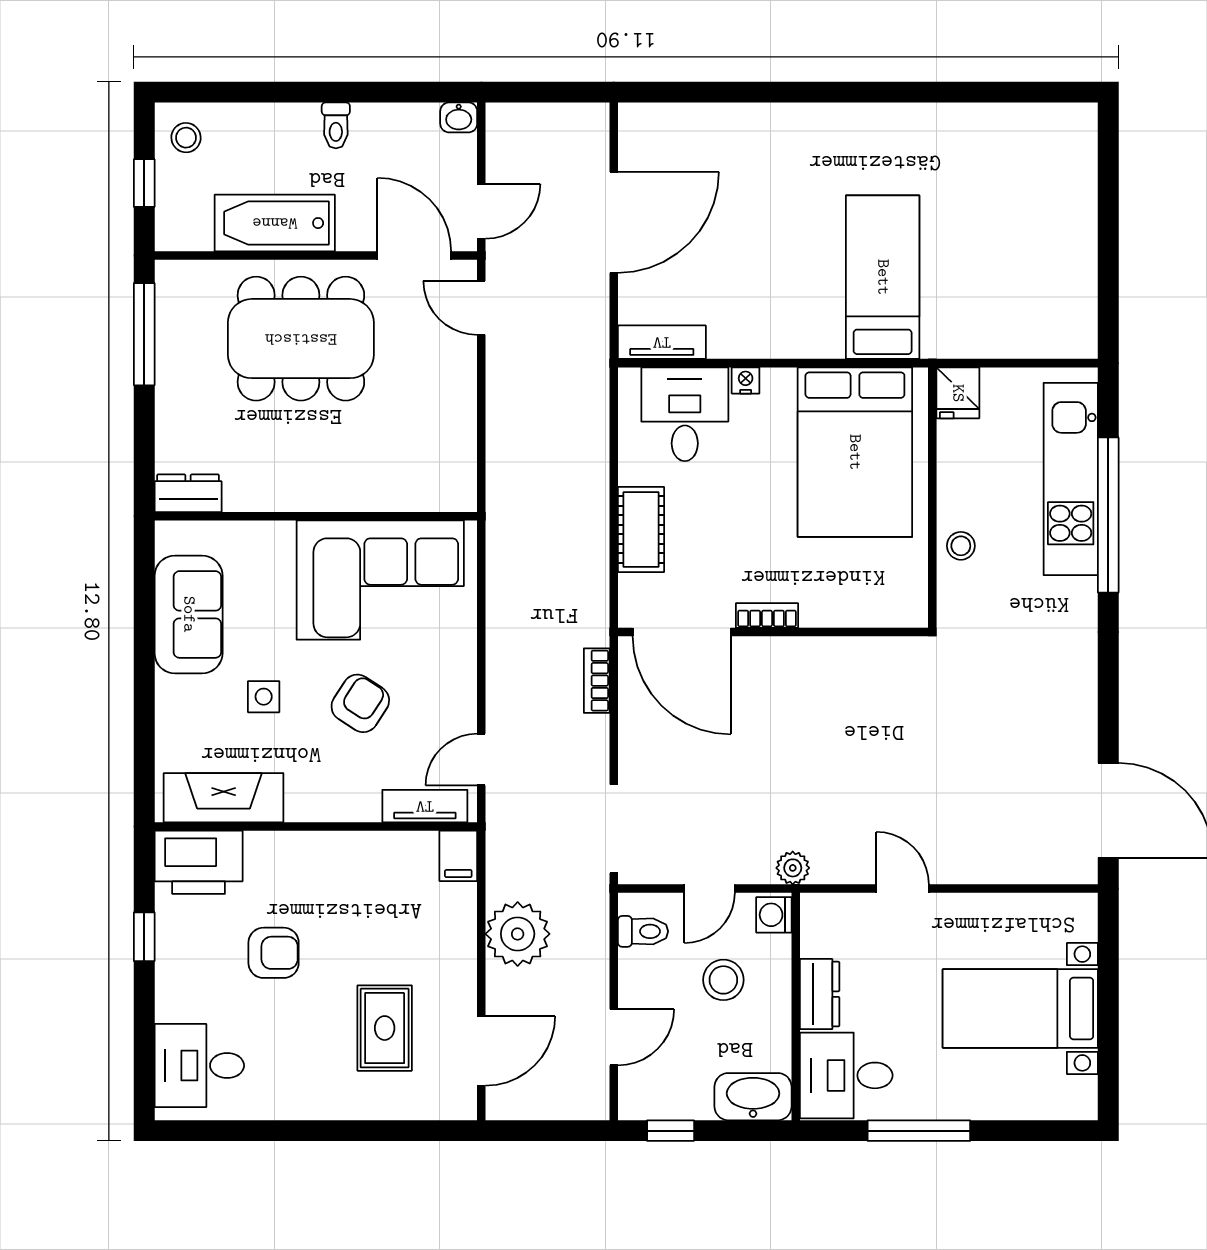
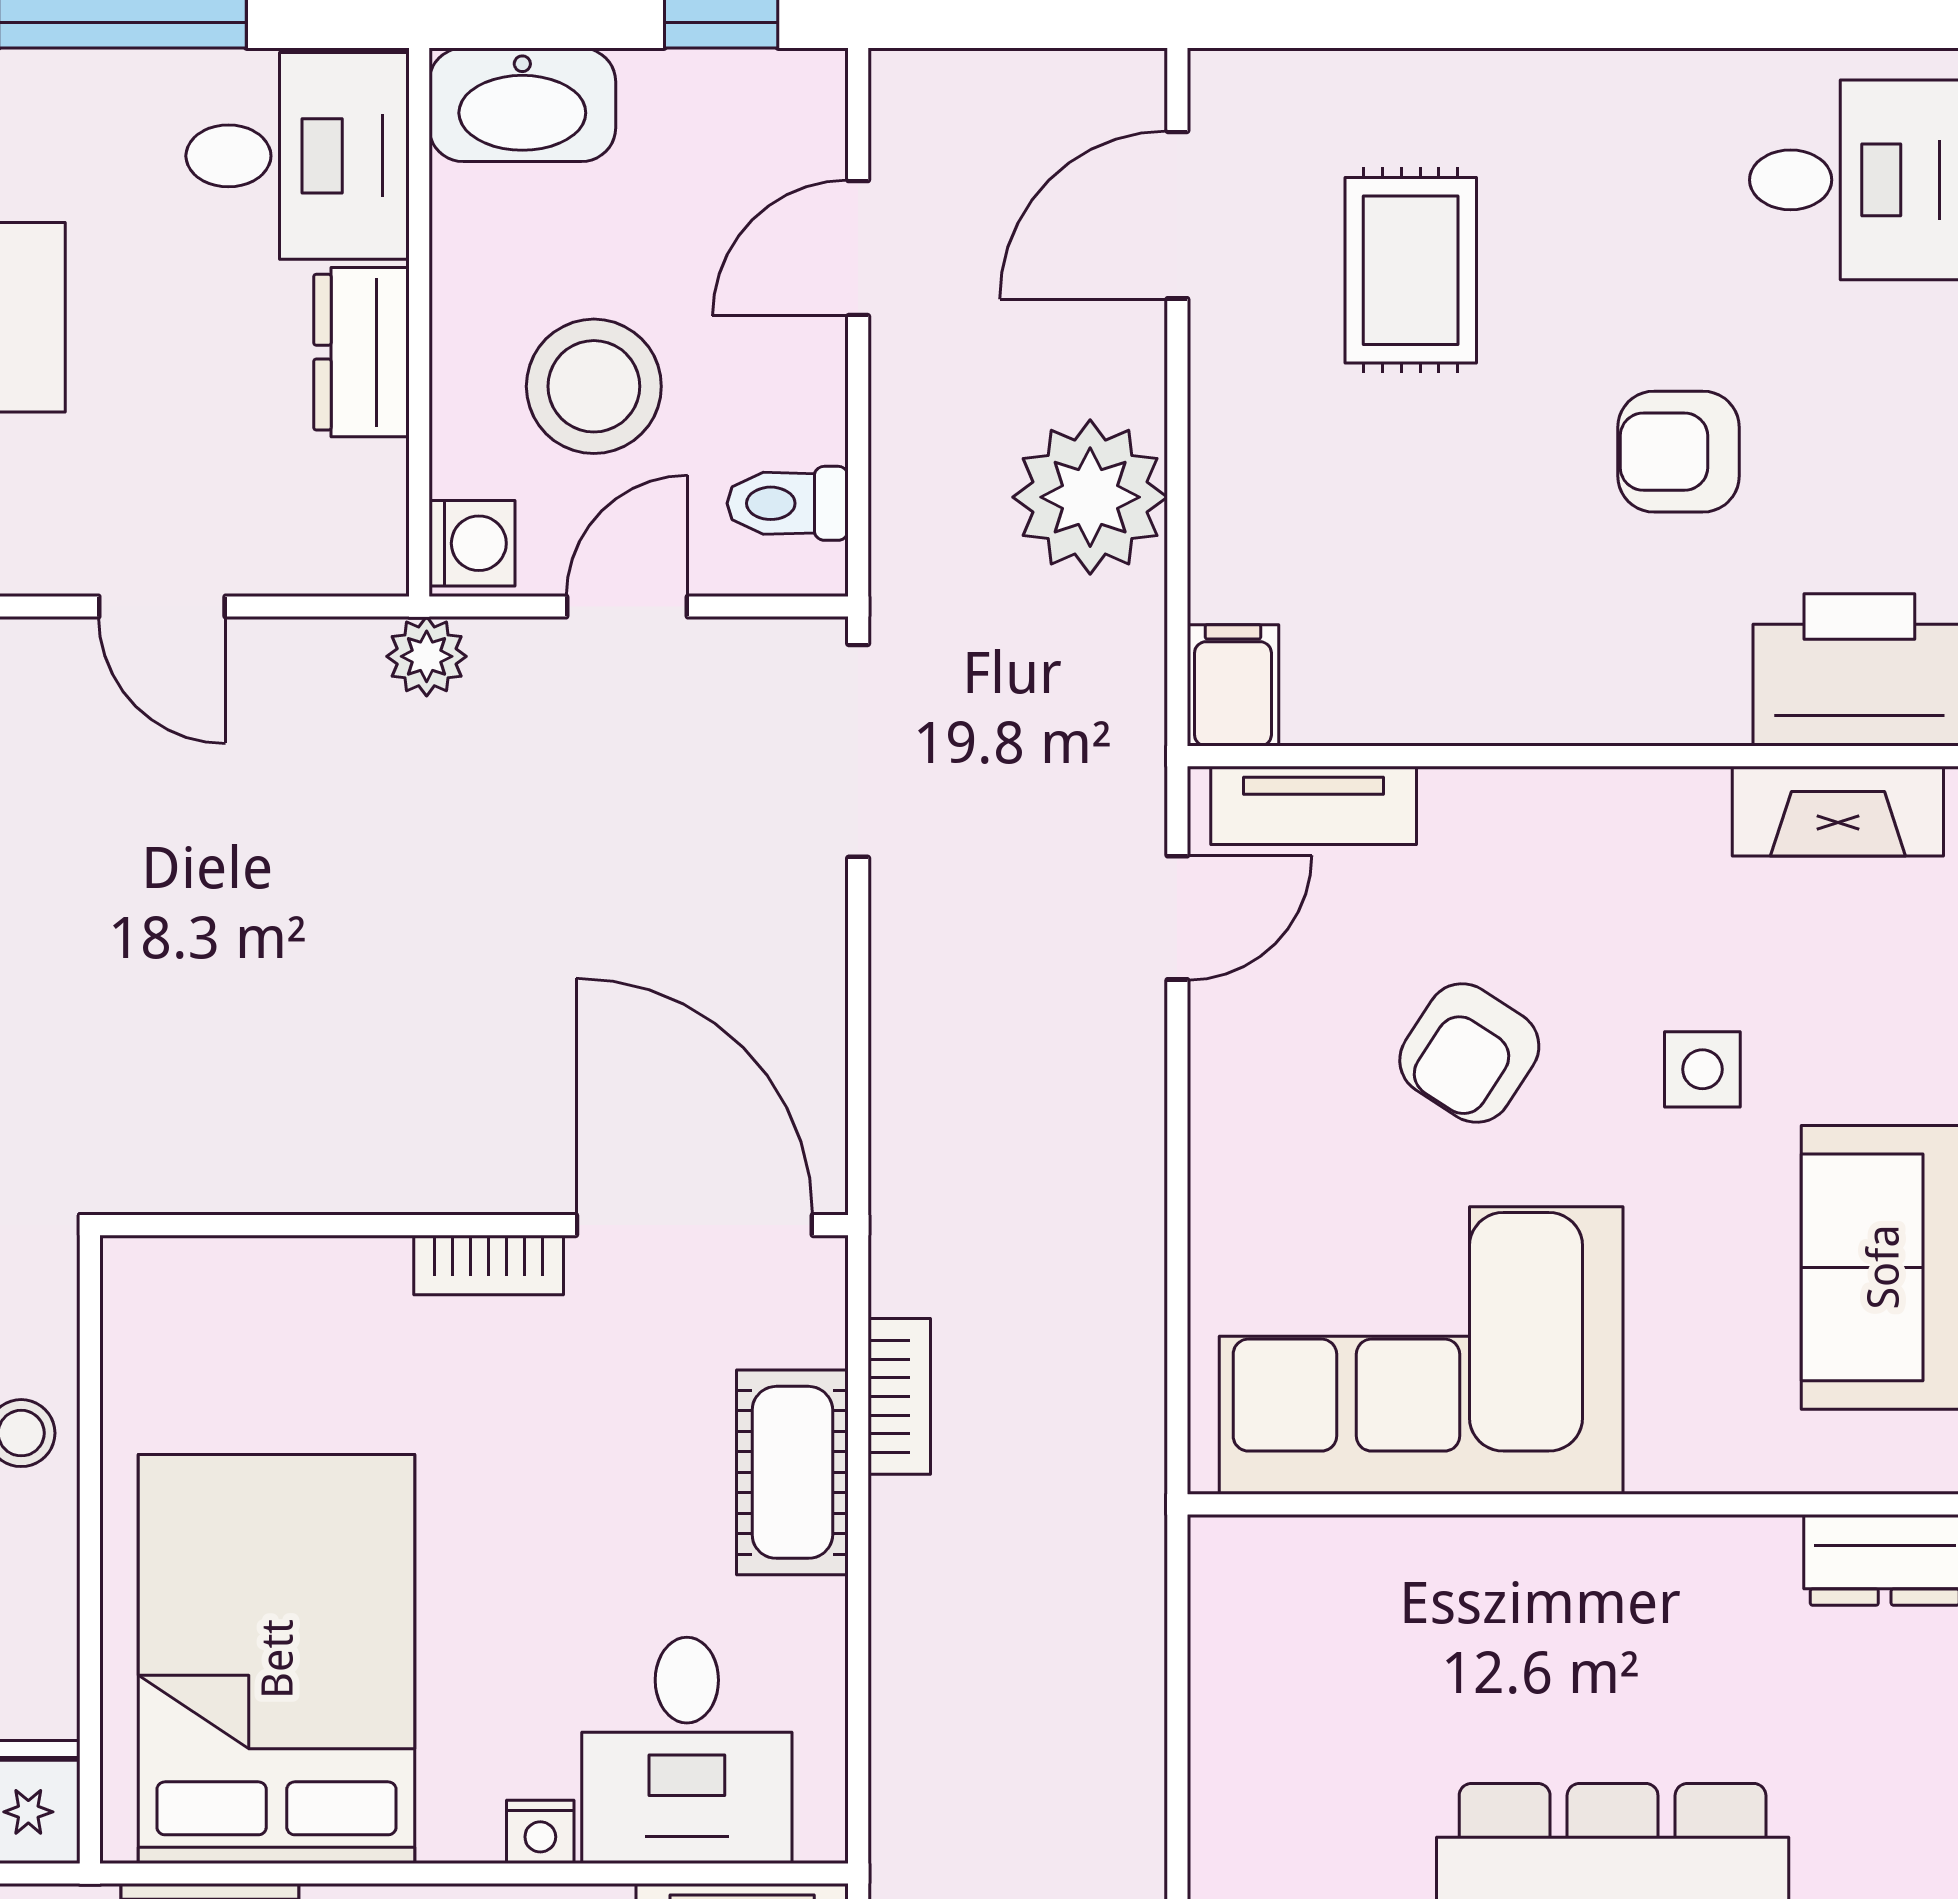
bookcase: (597, 681) -> (899, 1396), moved
fireplace: (224, 798) -> (1838, 811), width x0.73, depth x0.76
stool: (723, 980) -> (594, 386), width x1.38, depth x1.38

